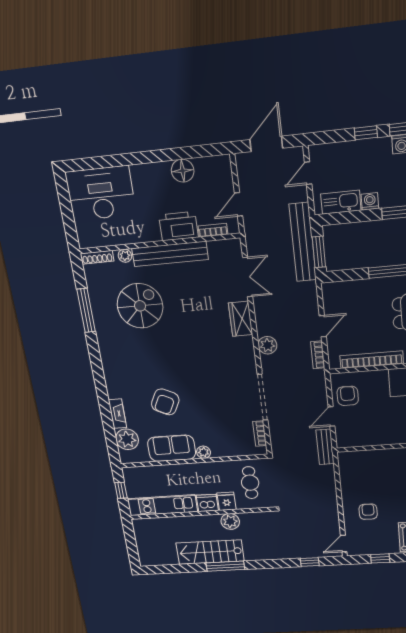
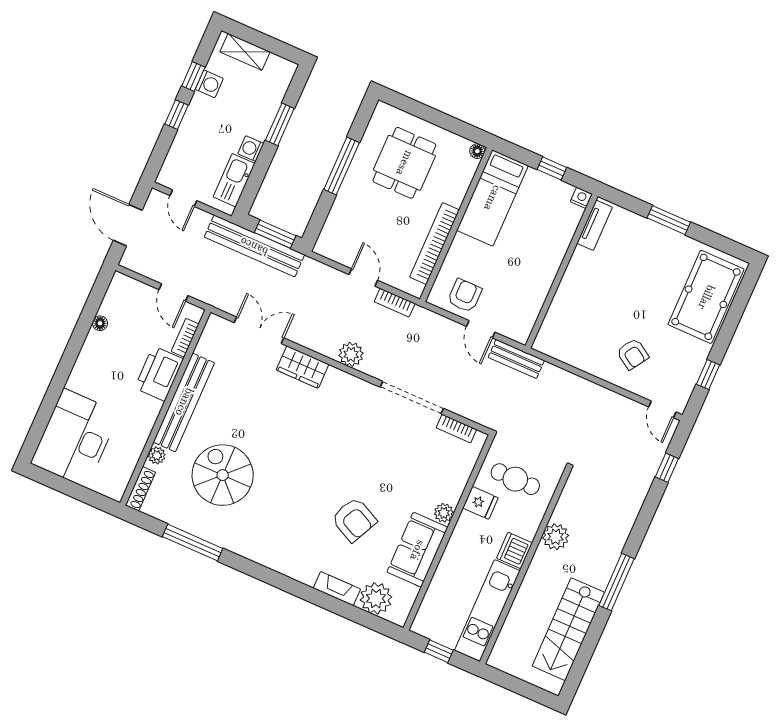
floor lamp: (183, 171) -> (100, 323), width x0.53, depth x0.53
armchair: (348, 396) -> (465, 296), turned 90
fridge: (226, 501) -> (480, 503), moved, turned 180
armchair: (368, 512) -> (633, 354), turned -147
stairs: (210, 552) -> (568, 629), moved

